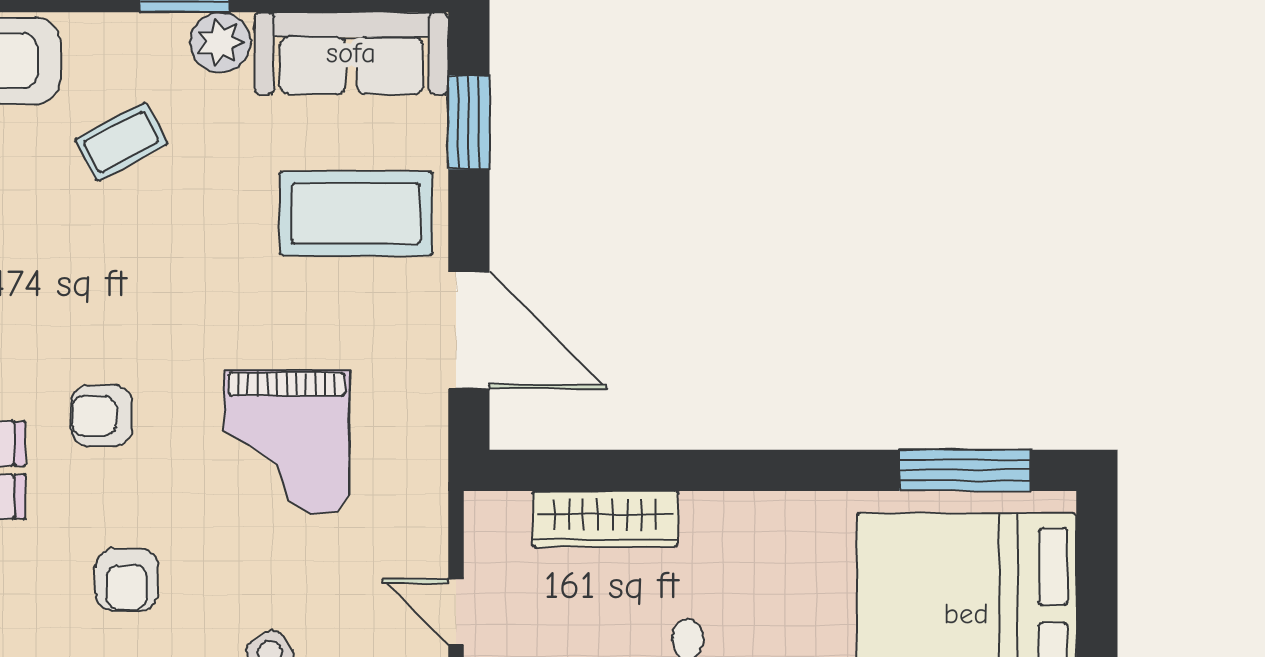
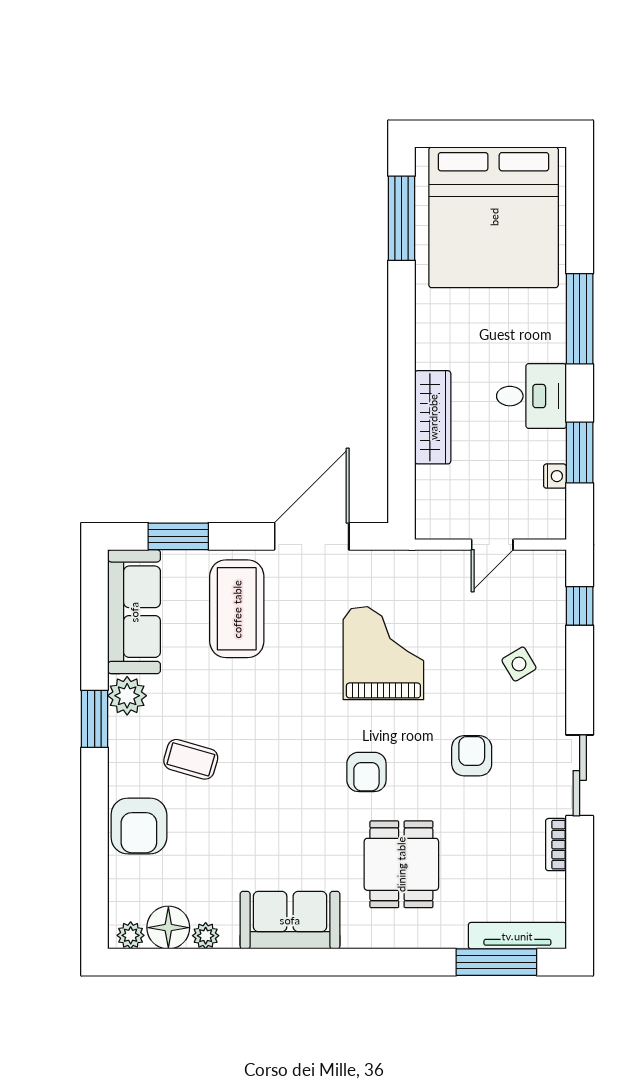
coffee table: (121, 142) -> (191, 759), turned -46
grand piano: (287, 442) -> (383, 653), turned -90
wardrobe: (605, 519) -> (433, 417), moved
armchair: (127, 580) -> (472, 756), turned -90

